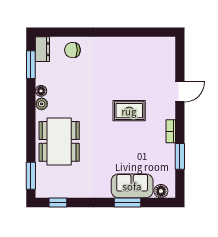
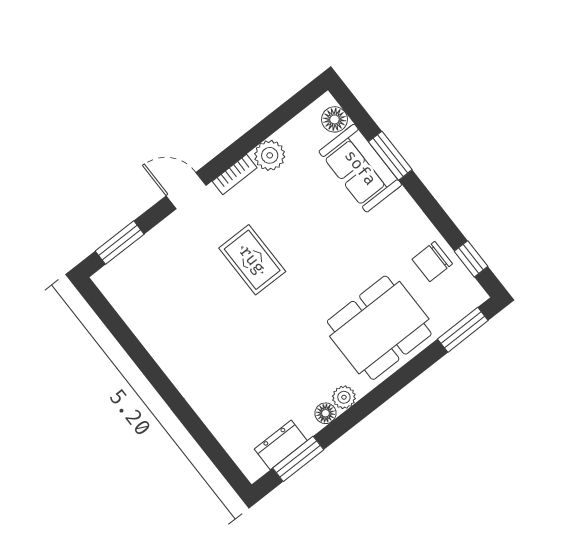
dresser: (42, 49) -> (281, 445), moved
chair: (72, 50) -> (432, 261), moved, turned 90
door: (180, 92) -> (186, 191), moved
plant: (167, 152) -> (270, 155), added
window: (180, 156) -> (120, 243), moved

